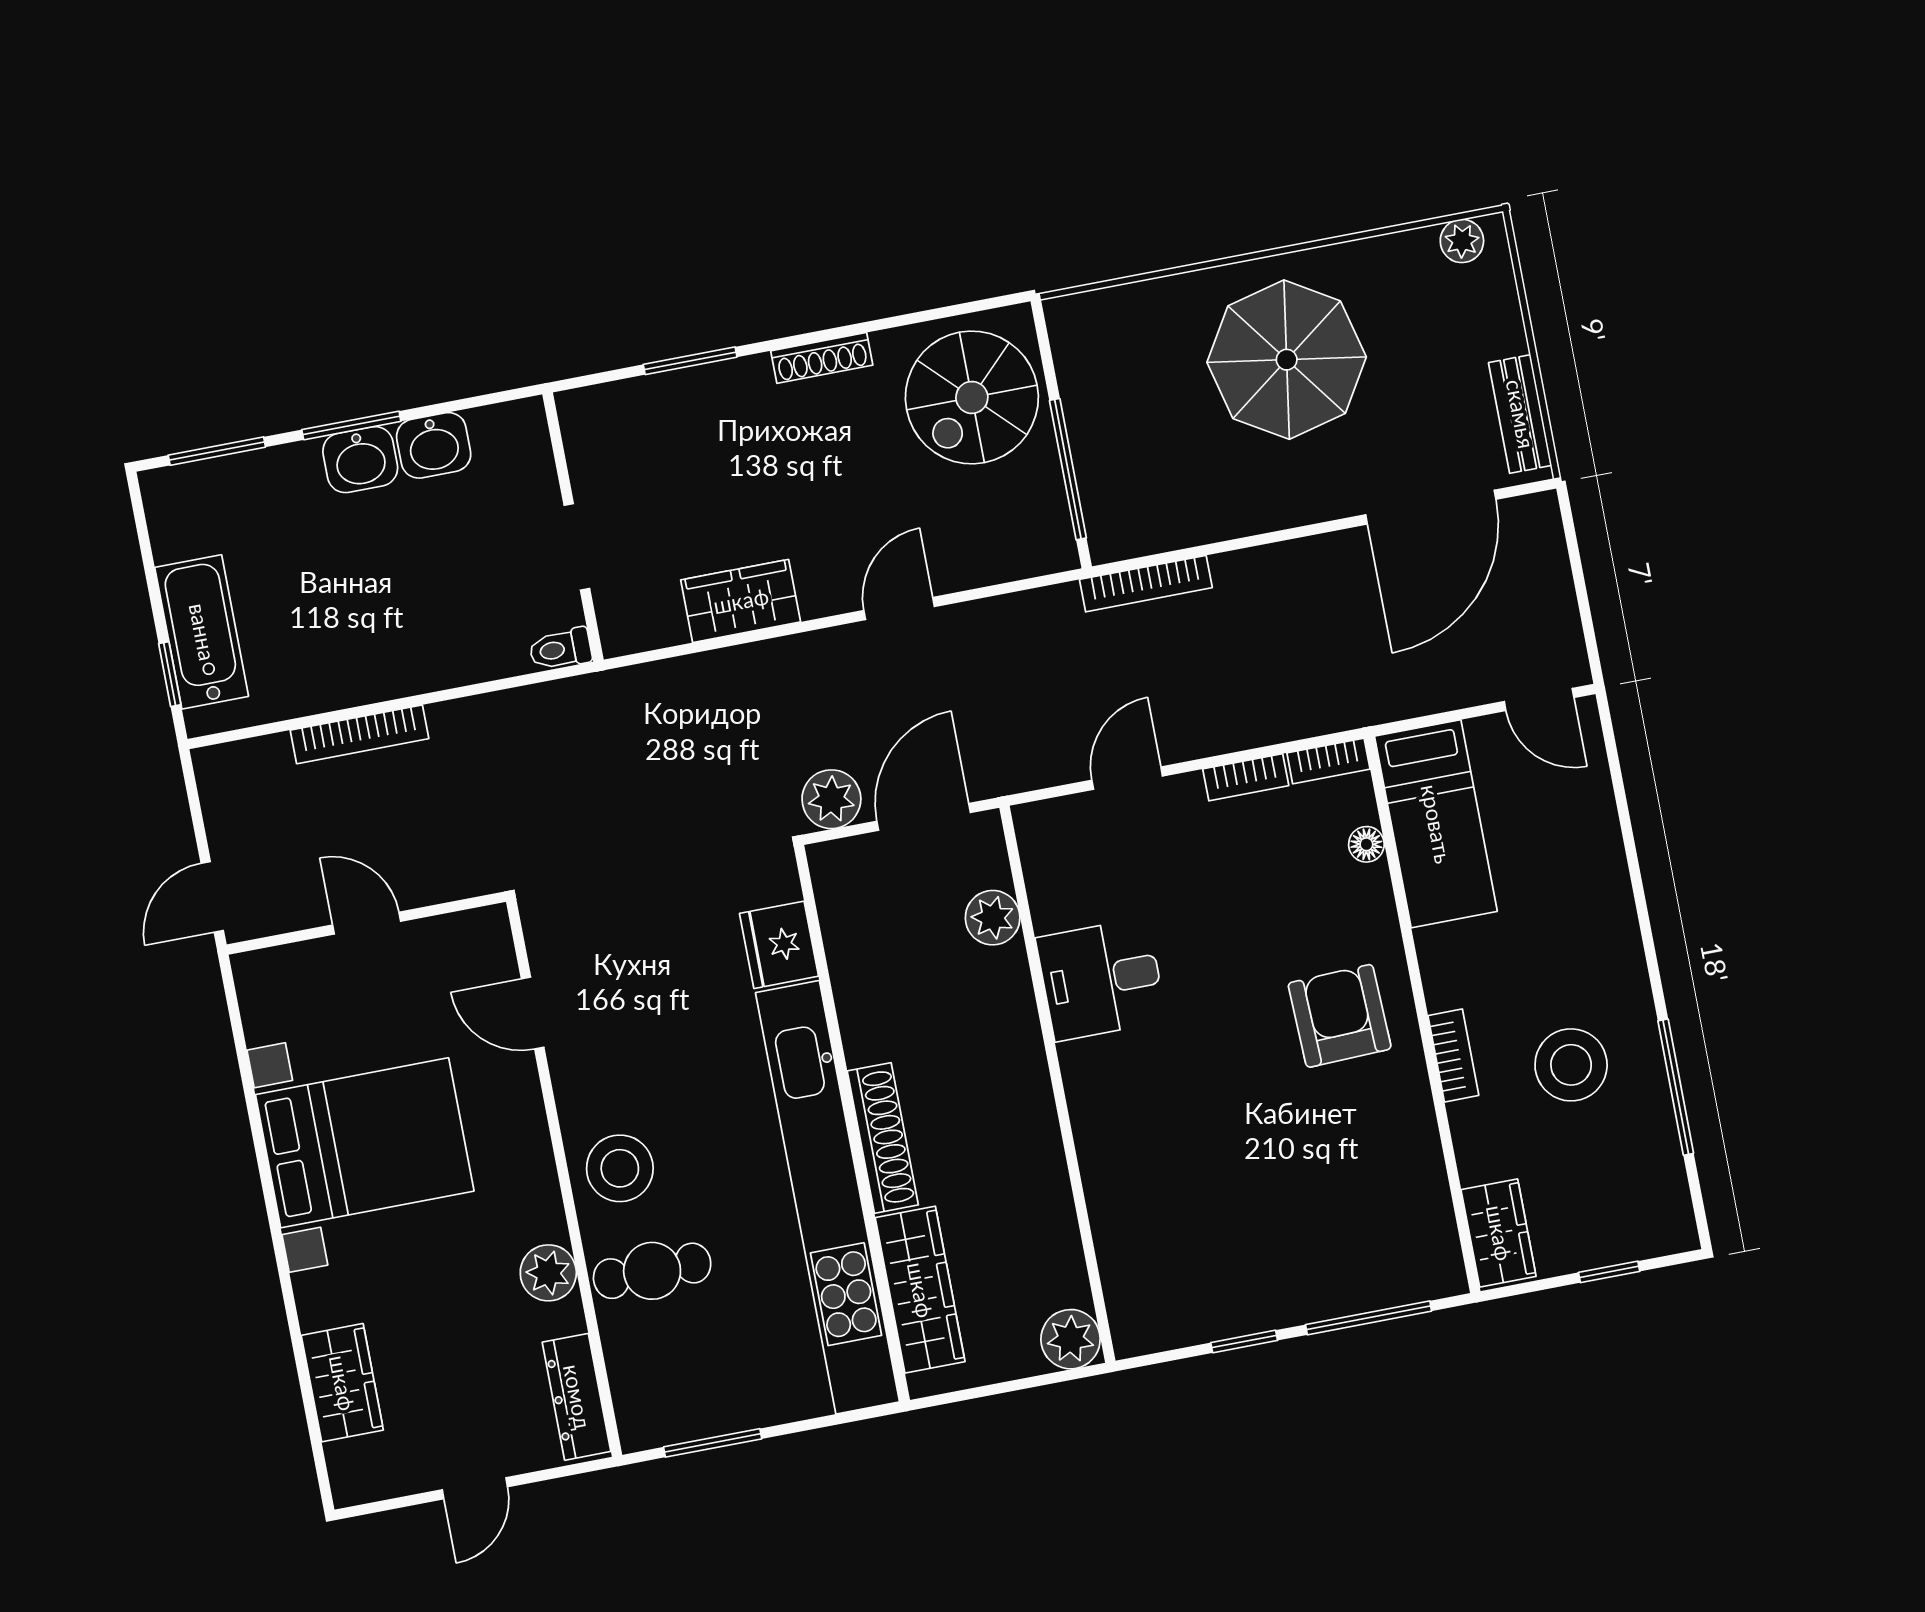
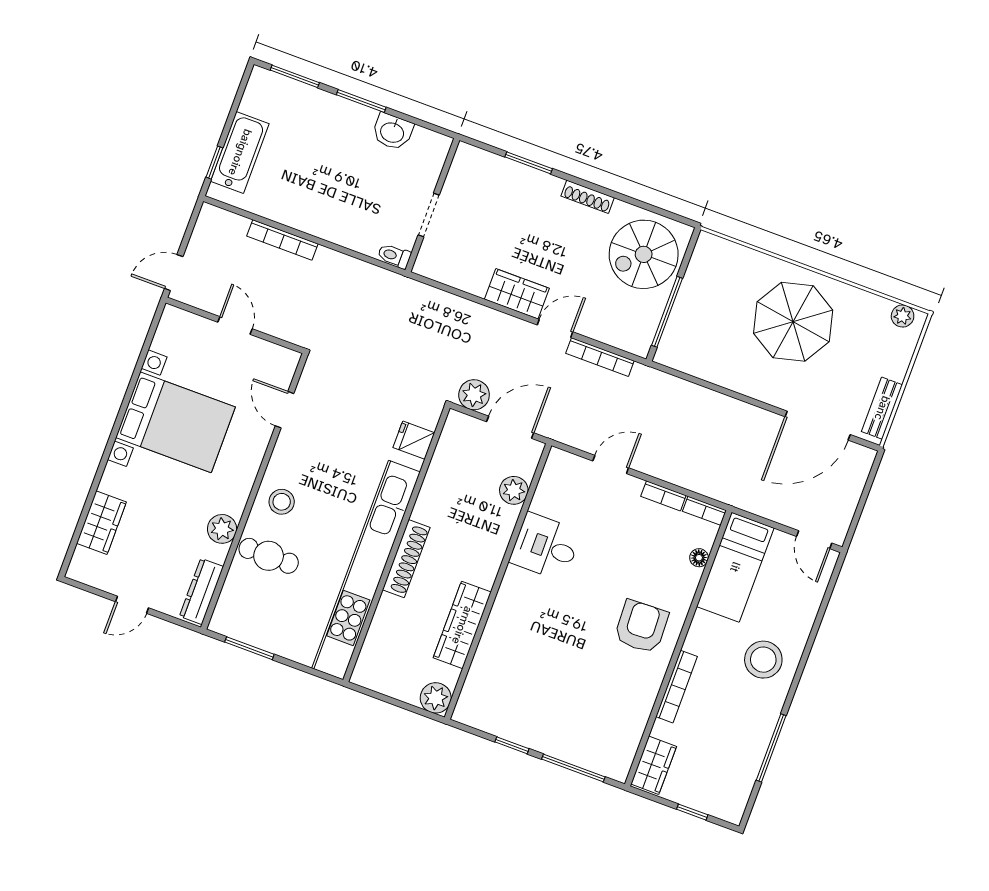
washbasin: (360, 460) -> (356, 118), removed
bookcase: (1146, 584) -> (600, 357), moved
wardrobe: (741, 601) -> (517, 294), moved
fridge: (779, 945) -> (414, 440), width x0.72
bookcase: (1453, 1056) -> (677, 687), width x1.56
stool: (1571, 1065) -> (763, 660), moved
stool: (620, 1168) -> (282, 502), width x0.73, depth x0.73
wardrobe: (920, 1290) -> (462, 625), moved, turned 180

